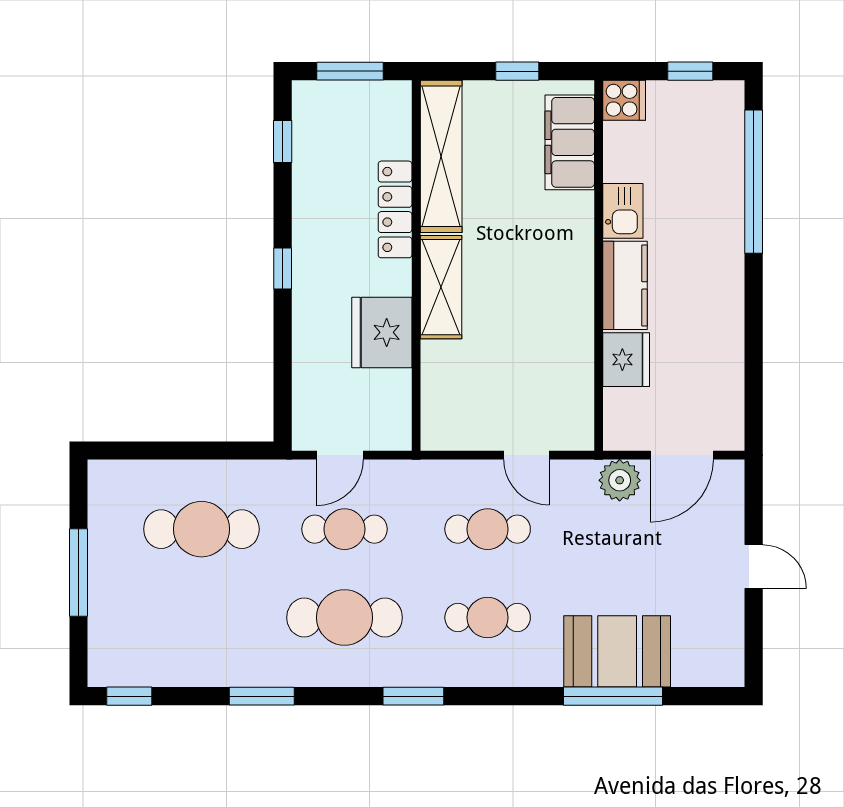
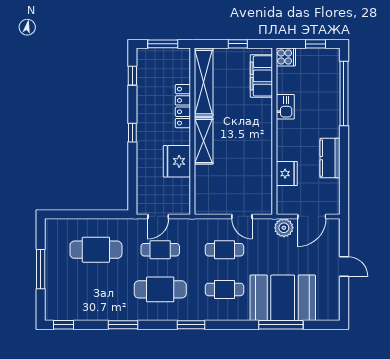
kitchen counter: (625, 285) -> (330, 158), moved, turned 180
booth: (617, 651) -> (283, 298), width x1.36, depth x1.42

